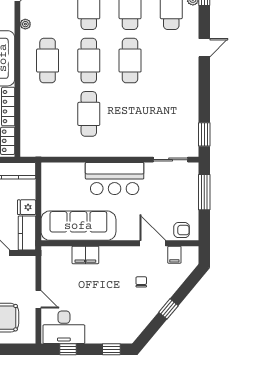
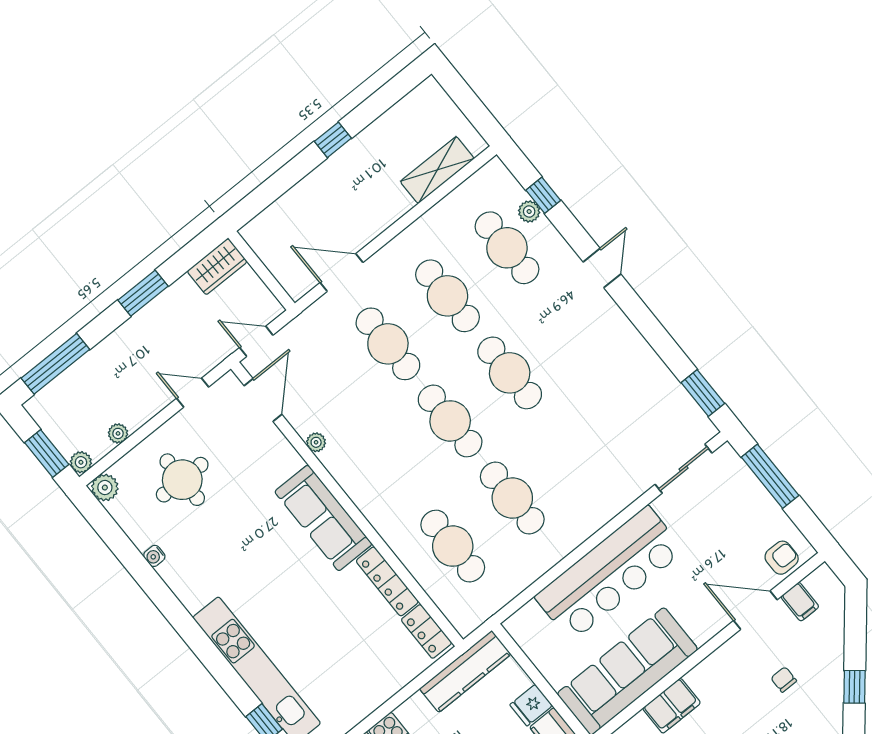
cafe table: (48, 61) -> (453, 546), moved
bar counter: (115, 179) -> (609, 574), width x1.36

